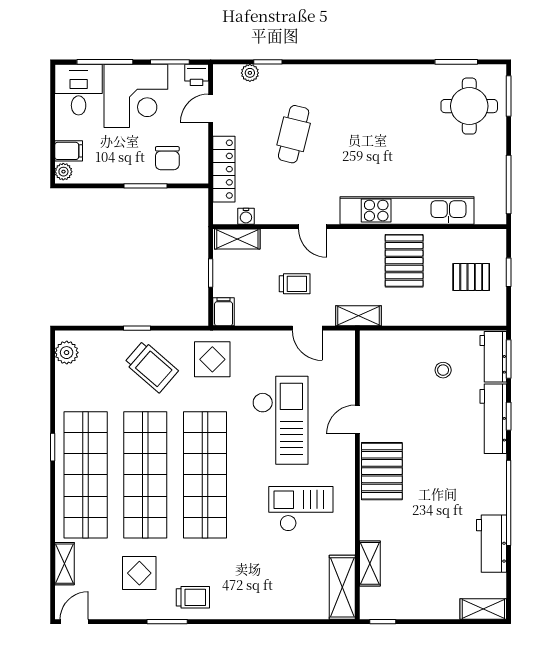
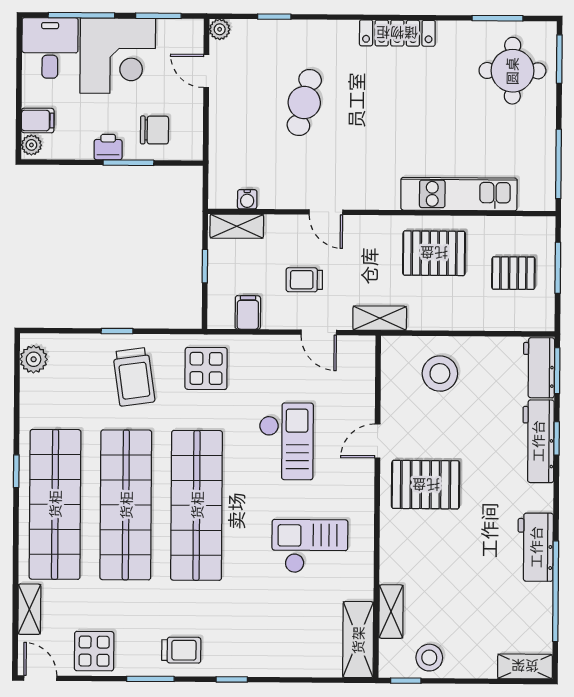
plant: (250, 73) -> (220, 29), moved
printer: (197, 75) -> (108, 147), moved, turned 180
door: (211, 108) -> (206, 71), hinge flipped
chair: (167, 158) -> (154, 130), turned -90
locker: (224, 169) -> (397, 33), moved, turned 90
kitchen unit: (407, 211) -> (459, 194), width x0.73
pallet: (404, 261) -> (434, 253), turned 90
window: (509, 272) -> (558, 268), width x1.50
trolley: (295, 284) -> (304, 280), turned 180
filing cabinet: (224, 312) -> (248, 312), moved
trolley: (151, 367) -> (134, 377), turned 41
stool: (443, 370) -> (440, 374), moved, width x1.89, depth x1.89
checkout: (280, 420) -> (286, 441), width x0.73, depth x0.83
pallet: (382, 471) -> (426, 485), moved, turned 90
window: (509, 503) -> (556, 591), moved
workbench: (492, 544) -> (536, 547), moved
display table: (139, 573) -> (94, 651), moved
stool: (402, 602) -> (429, 658), added
door: (74, 622) -> (40, 678), hinge flipped
window: (236, 622) -> (232, 679), added

